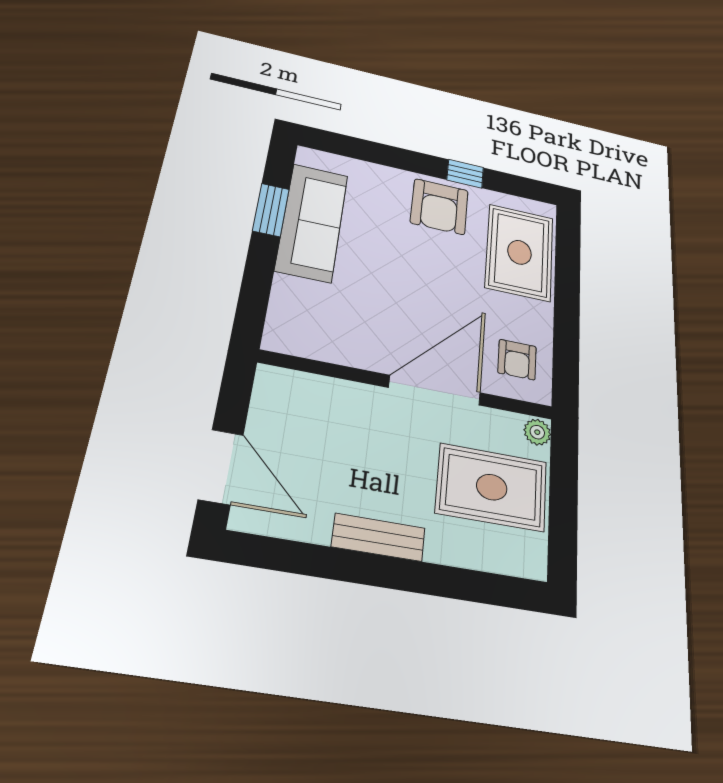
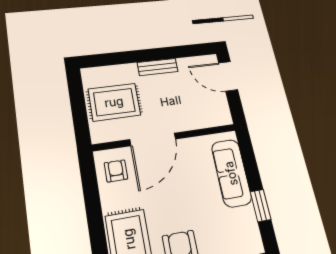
sofa: (312, 222) -> (231, 173), moved
plant: (537, 432) -> (98, 136), removed

